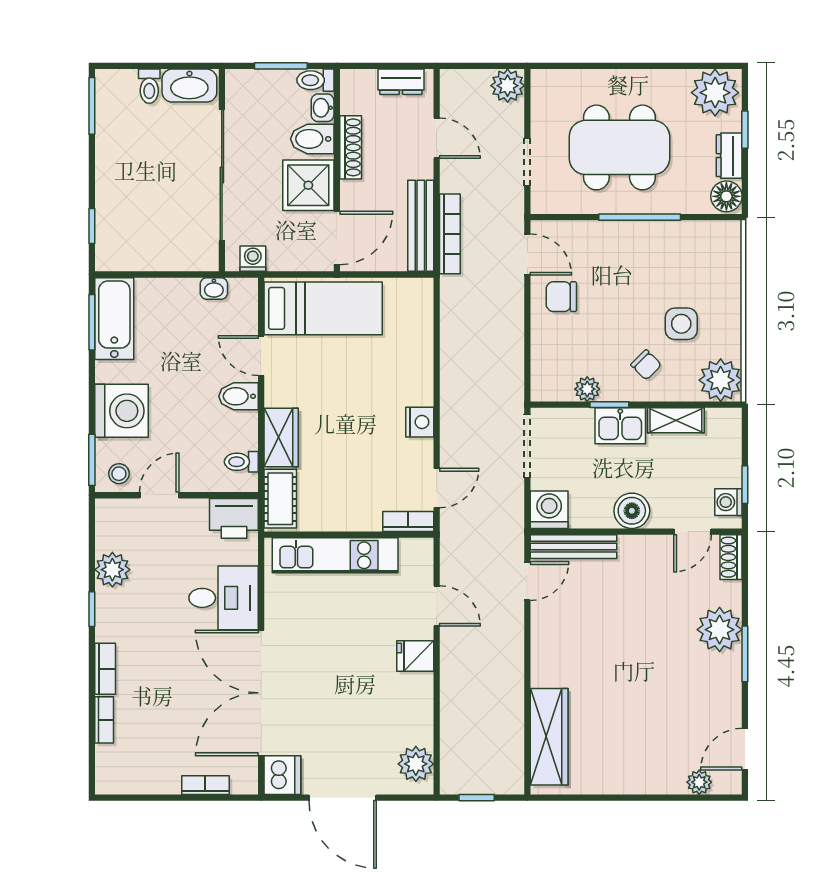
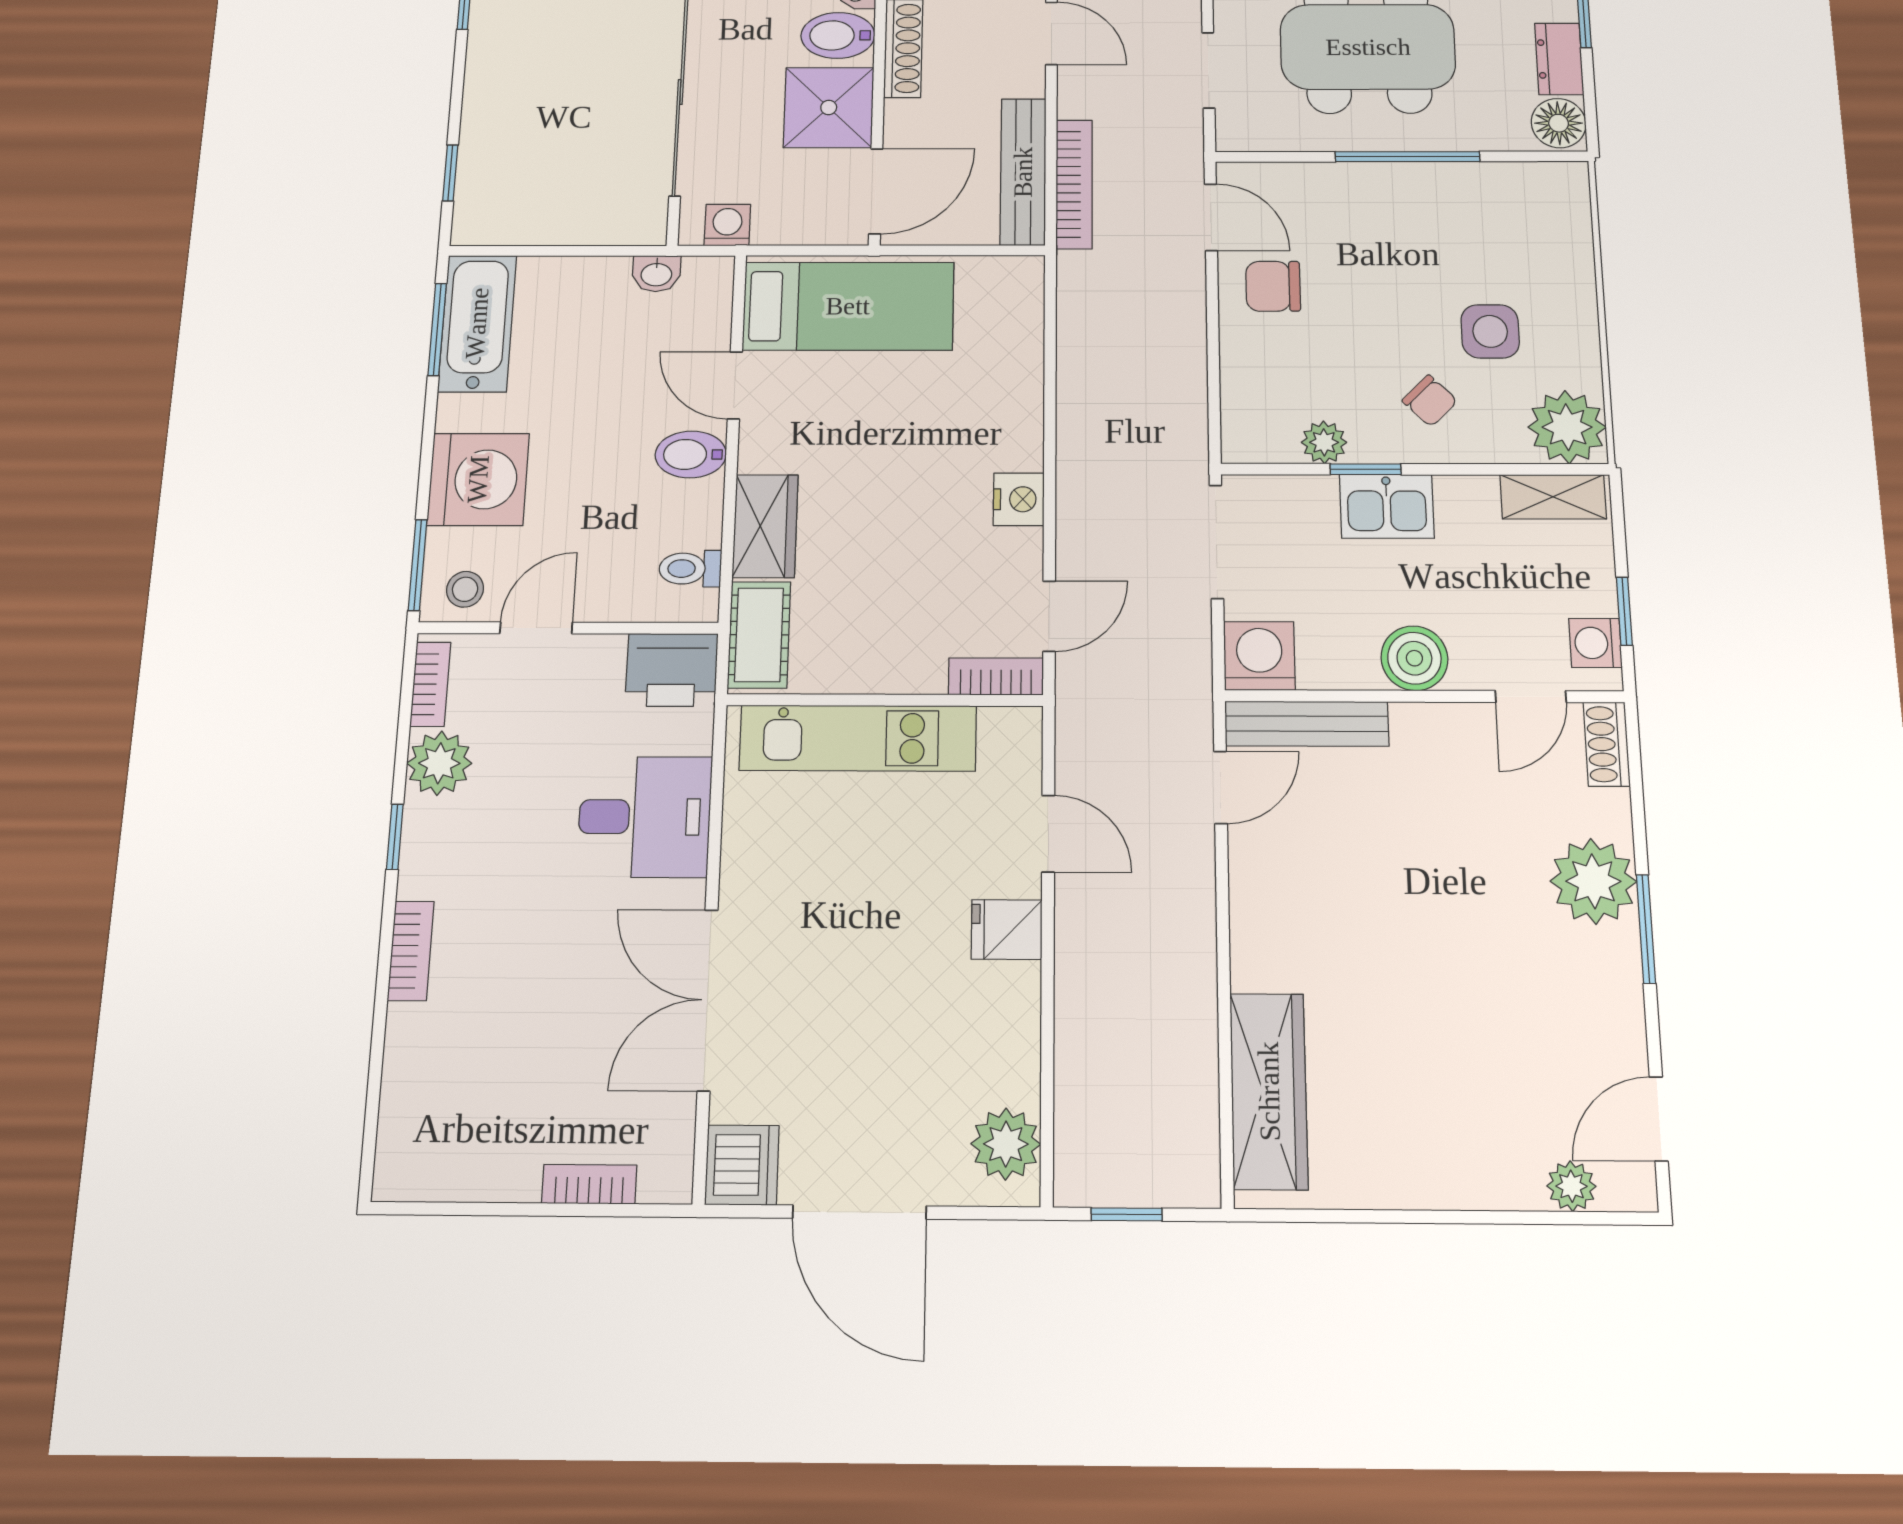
shelving: (676, 420) -> (1553, 497), moved
double door: (261, 693) -> (708, 1000), width x0.73
bookcase: (104, 720) -> (430, 684), moved

